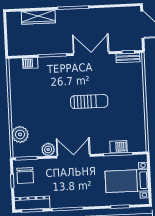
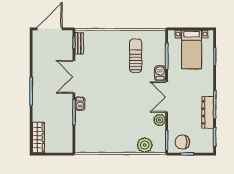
wardrobe: (38, 17) -> (38, 137), moved
barbecue: (30, 63) -> (80, 104), moved
sun lounger: (89, 102) -> (136, 56), moved
barbecue: (118, 147) -> (160, 73), moved
chair: (25, 175) -> (182, 142), turned 180
dresser: (32, 203) -> (208, 112), moved

